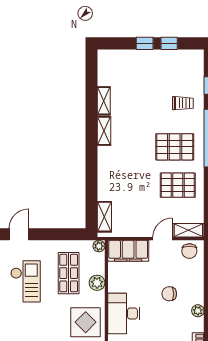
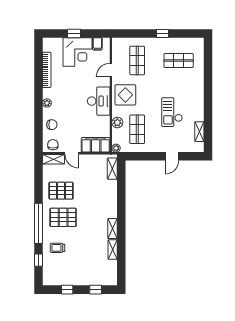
window: (145, 43) -> (96, 290), moved
door: (163, 239) -> (72, 153), hinge flipped
checkout: (25, 281) -> (172, 112), moved
chair: (169, 294) -> (52, 125), moved

